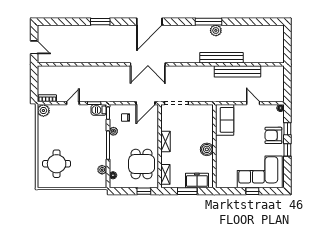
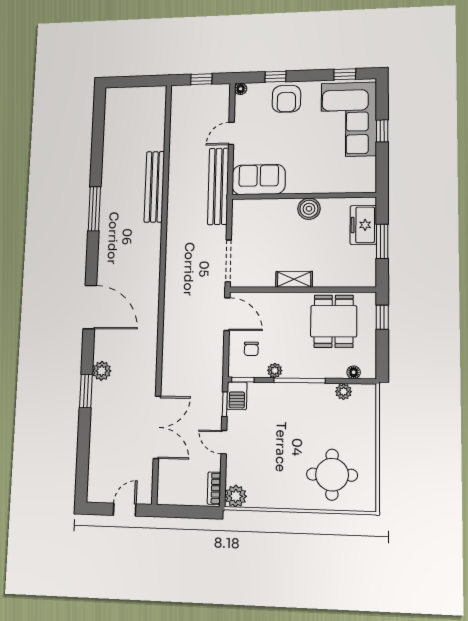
plant: (216, 30) -> (102, 371), moved
double door: (148, 64) -> (157, 427), moved
bench: (237, 71) -> (218, 186), moved
window: (287, 84) -> (201, 79), added
window: (287, 150) -> (345, 74), moved
dining table: (142, 164) -> (334, 321), turned 90
shelving: (165, 174) -> (352, 279), removed

